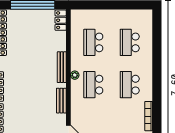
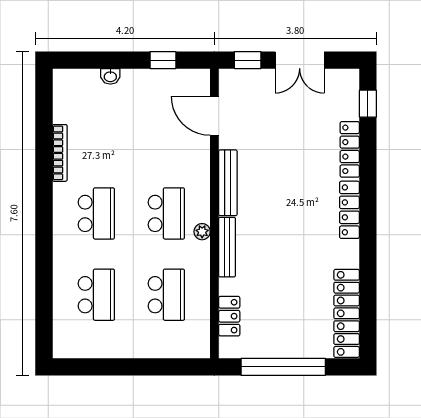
locker: (61, 20) -> (229, 316), moved
bench: (61, 101) -> (228, 183), width x1.36

